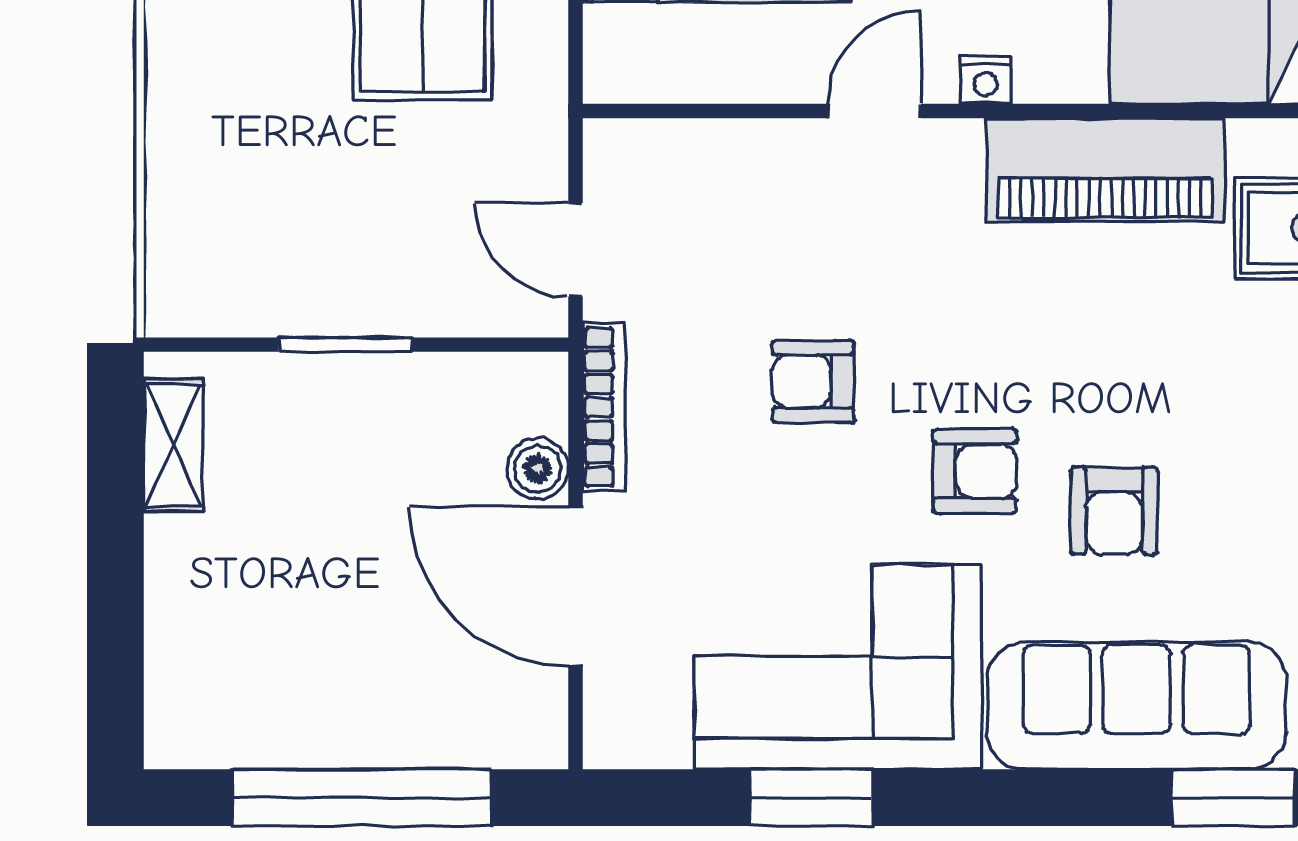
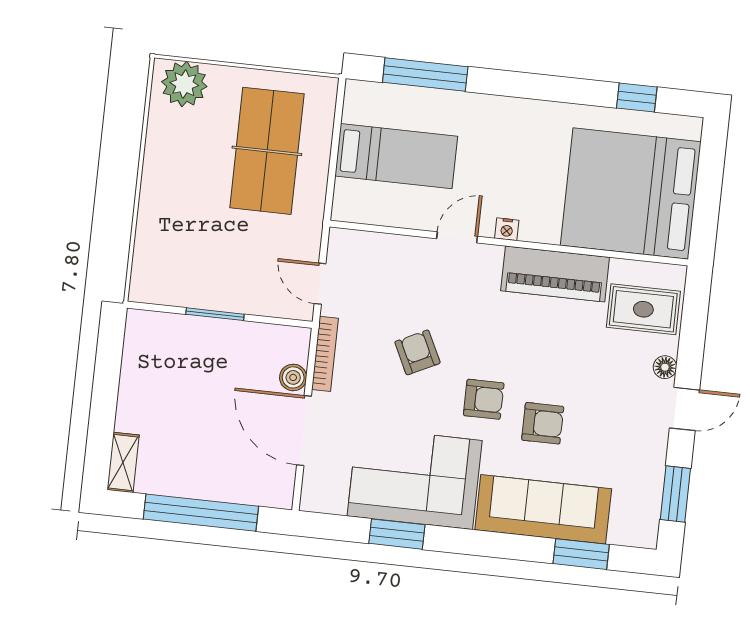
armchair: (813, 381) -> (417, 352), turned 64
shelving: (174, 445) -> (123, 462), moved
armchair: (1114, 511) -> (543, 423), turned -90

